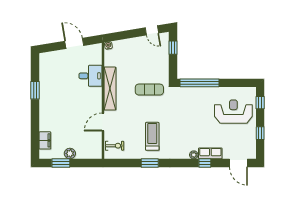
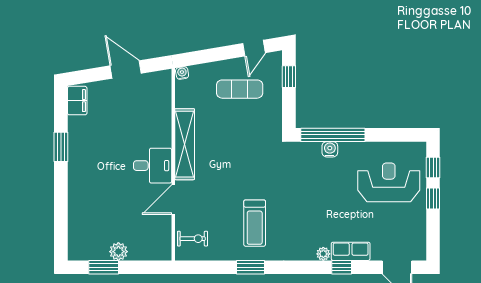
door: (152, 30) -> (254, 48), hinge flipped
desk: (91, 76) -> (153, 166), moved
exercise mat: (149, 90) -> (240, 89), moved
water cooler: (198, 92) -> (330, 149), added
window: (260, 133) -> (433, 199), moved
treadmill: (152, 136) -> (255, 223), turned 180
filing cabinet: (45, 140) -> (77, 101), moved

